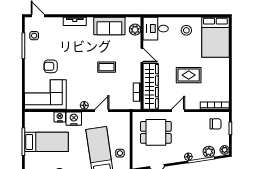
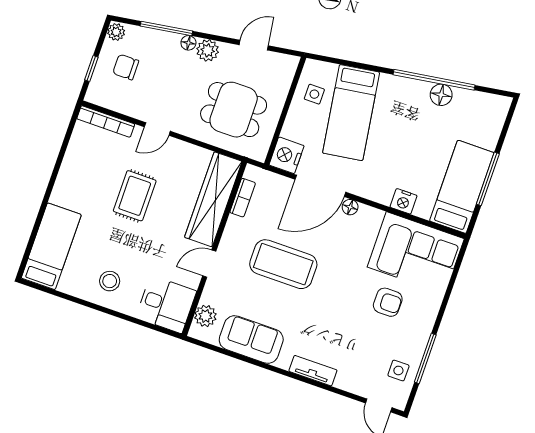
bed: (215, 37) -> (51, 246), width x0.67
door: (142, 55) -> (209, 264), hinge flipped
coffee table: (107, 67) -> (283, 264), width x1.86, depth x1.72
rug: (189, 75) -> (135, 196), turned 90
door: (102, 111) -> (320, 186), width x1.88
door: (178, 111) -> (157, 129), moved
nightstand: (74, 119) -> (287, 155), moved, turned 90
chair: (216, 124) -> (126, 67), moved
bed: (46, 142) -> (462, 187), moved, turned 90
plant: (209, 152) -> (208, 50), moved

